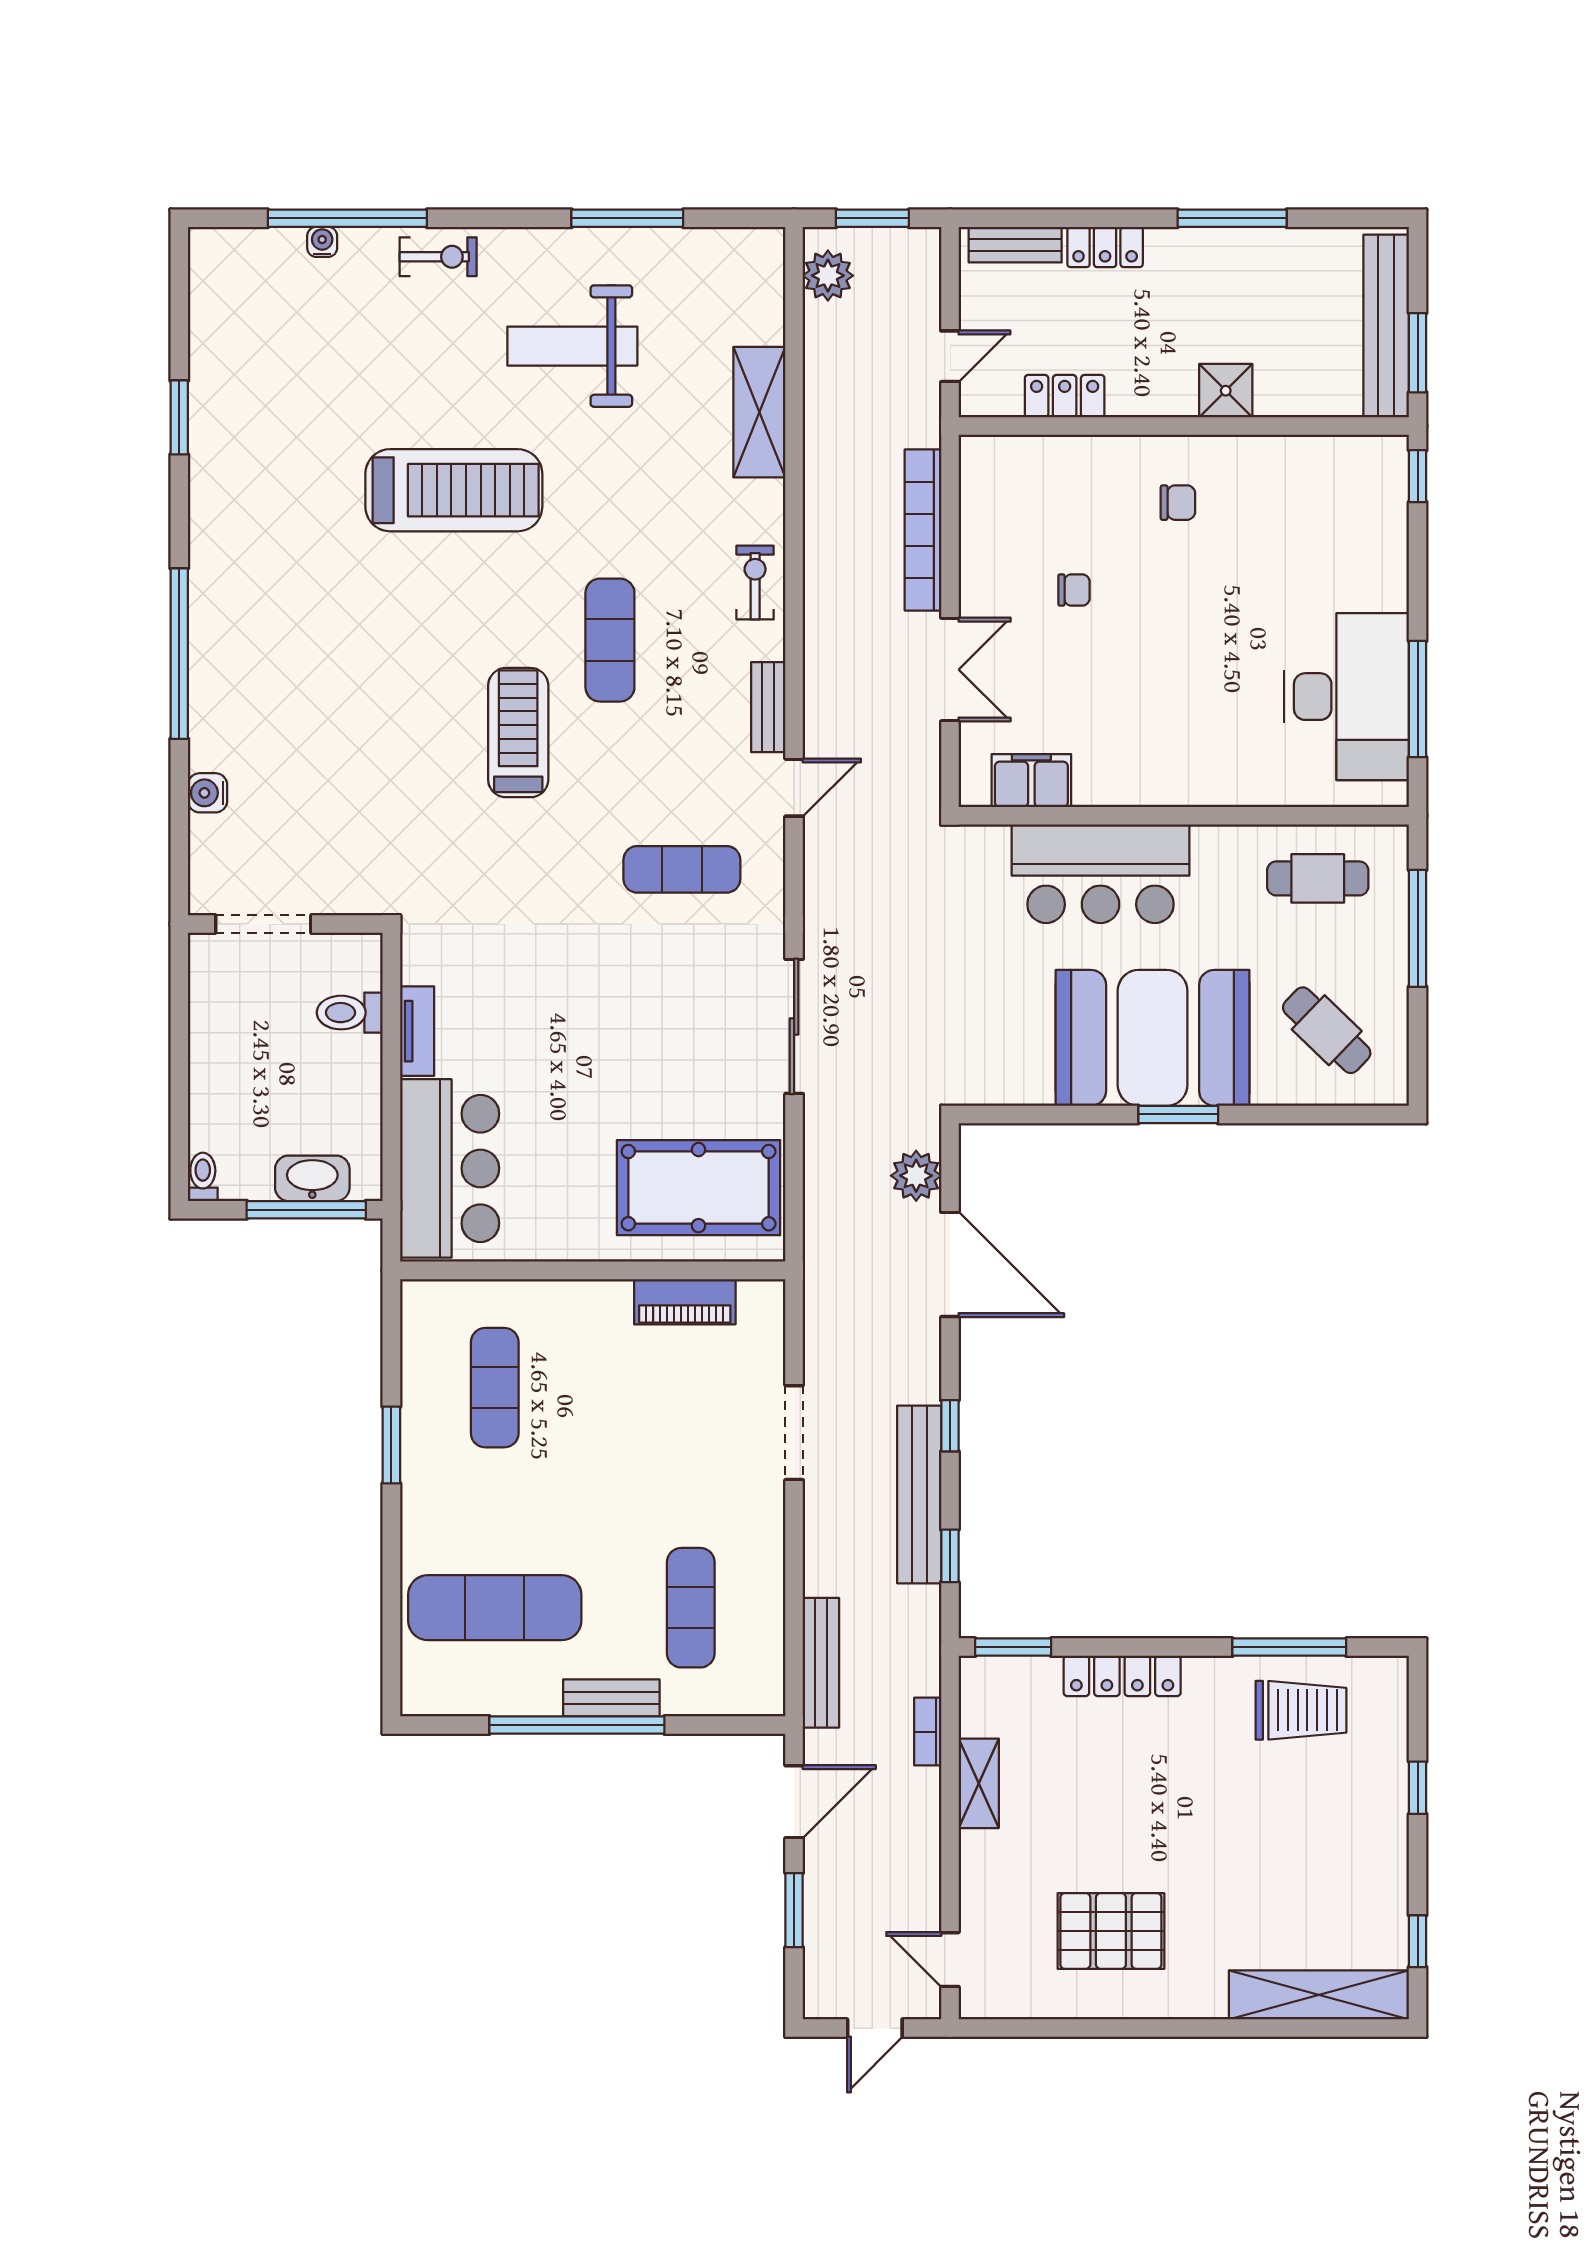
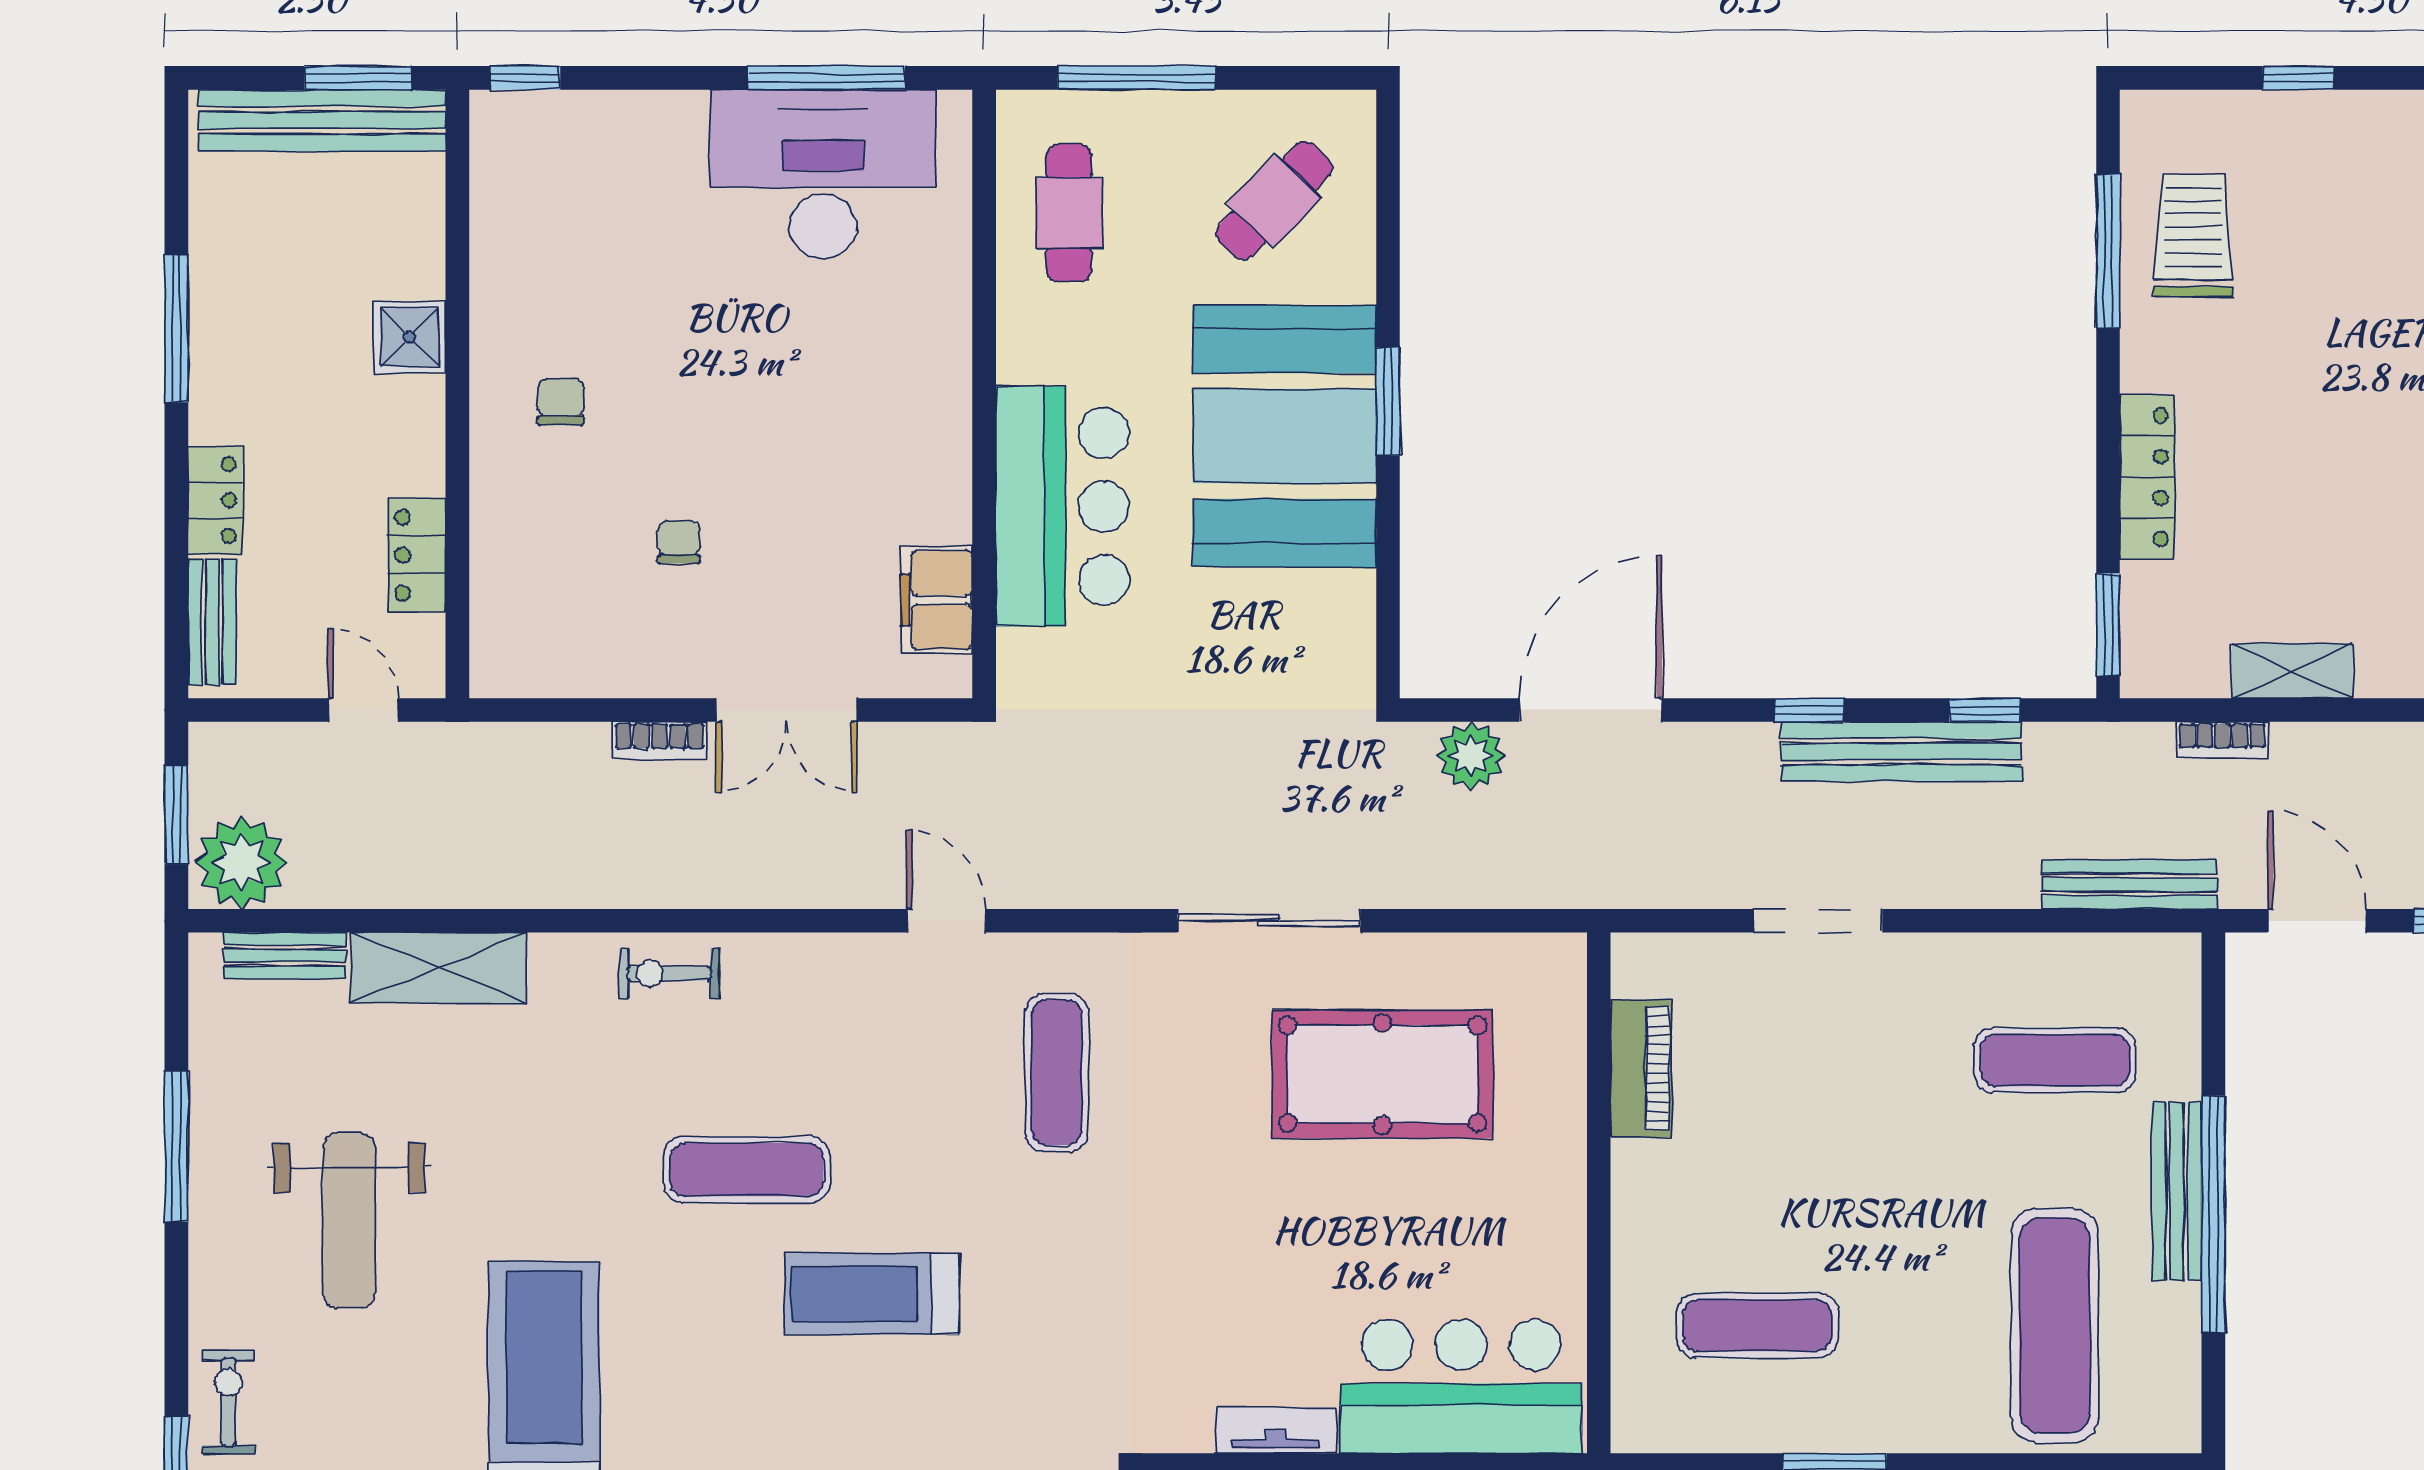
plant: (828, 276) -> (241, 863), width x1.36, depth x1.36
bookcase: (923, 530) -> (660, 741), width x0.43, depth x0.76
double door: (950, 670) -> (787, 710), swing flipped
bench: (768, 707) -> (285, 956), moved
pool table: (699, 1188) -> (1383, 1074), moved, turned 90
bench: (611, 1698) -> (2177, 1192), width x1.36

